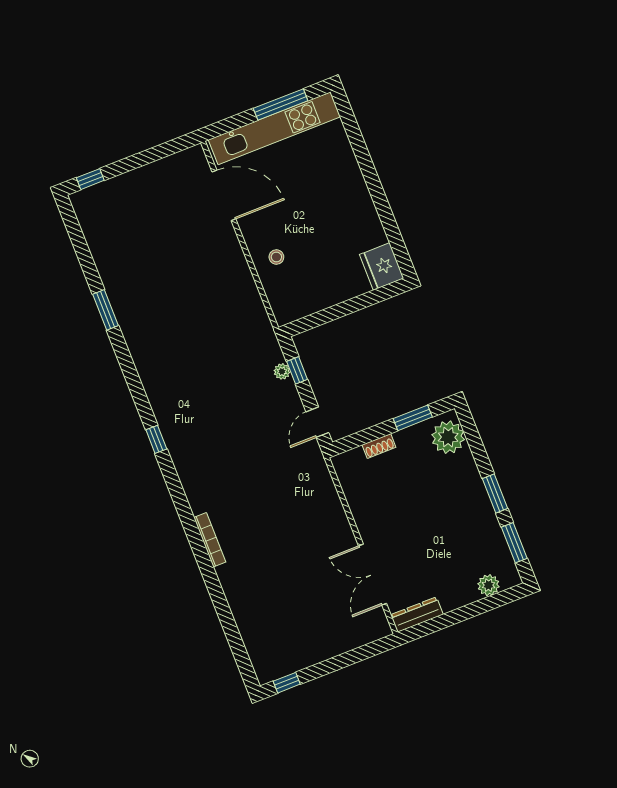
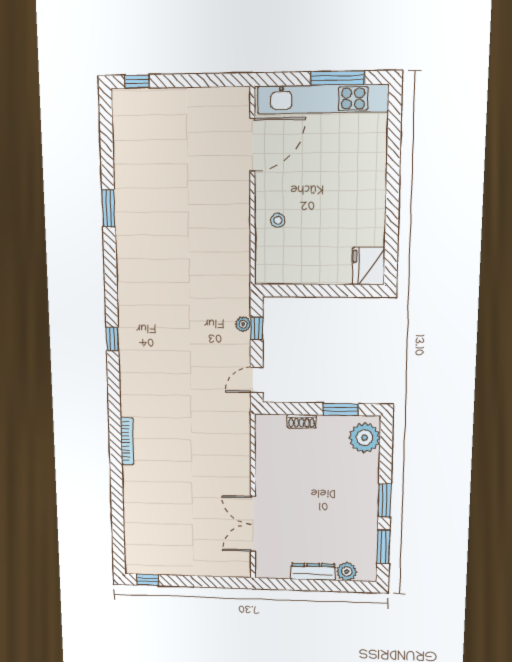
door: (224, 195) -> (252, 145), hinge flipped
dresser: (417, 615) -> (313, 572), moved

